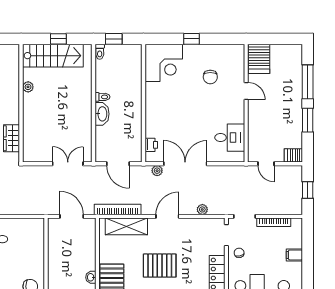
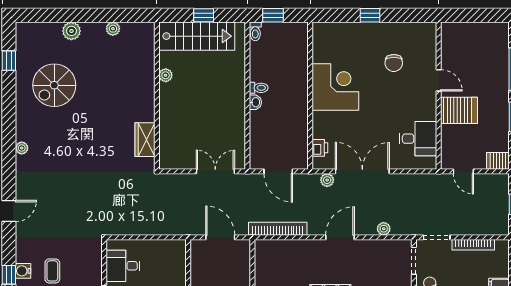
server rack: (259, 59) -> (459, 110), moved, turned -90
corner desk: (164, 63) -> (335, 87), moved, turned -90
washbasin: (102, 114) -> (255, 102), width x0.52, depth x0.69
shelving: (126, 226) -> (289, 250), removed

